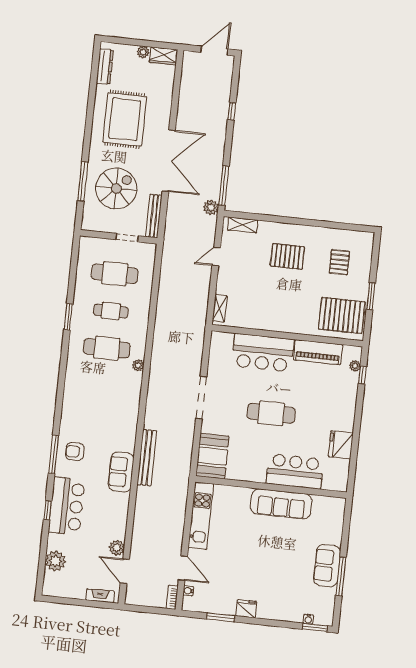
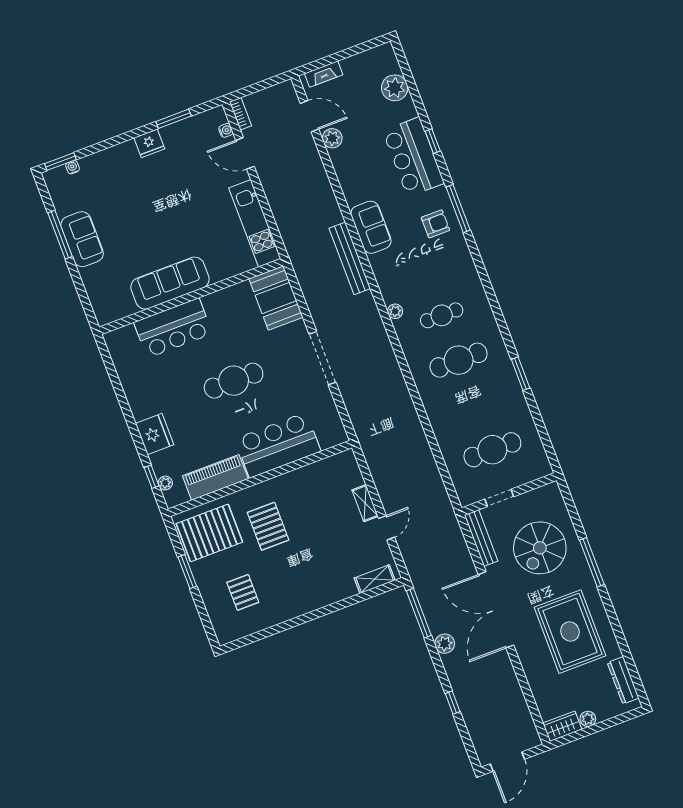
window: (83, 181) -> (592, 562), moved
plant: (211, 207) -> (445, 644), moved
pallet: (287, 256) -> (268, 526), moved, turned 90
shelving: (220, 308) -> (365, 503), moved
cafe table: (111, 311) -> (442, 315), moved
plant: (138, 365) -> (395, 311), moved
fridge: (341, 445) -> (155, 434), moved

